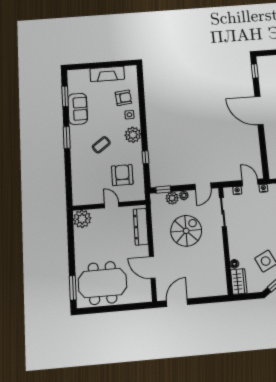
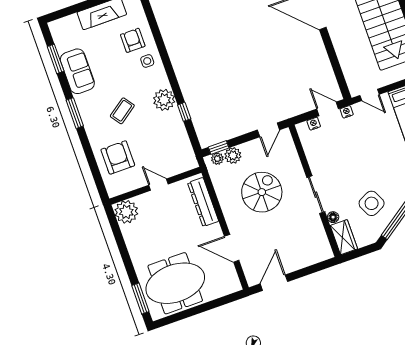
armchair: (123, 98) -> (133, 40), turned -84
plant: (133, 135) -> (164, 100), moved
armchair: (122, 175) -> (118, 157), moved
plant: (184, 195) -> (217, 159), moved
sliding door: (223, 212) -> (316, 195), moved

